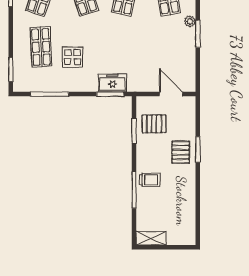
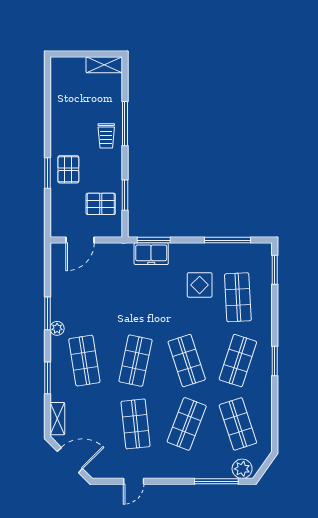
door: (171, 94) -> (80, 240), hinge flipped
trolley: (149, 180) -> (106, 136), turned -90

